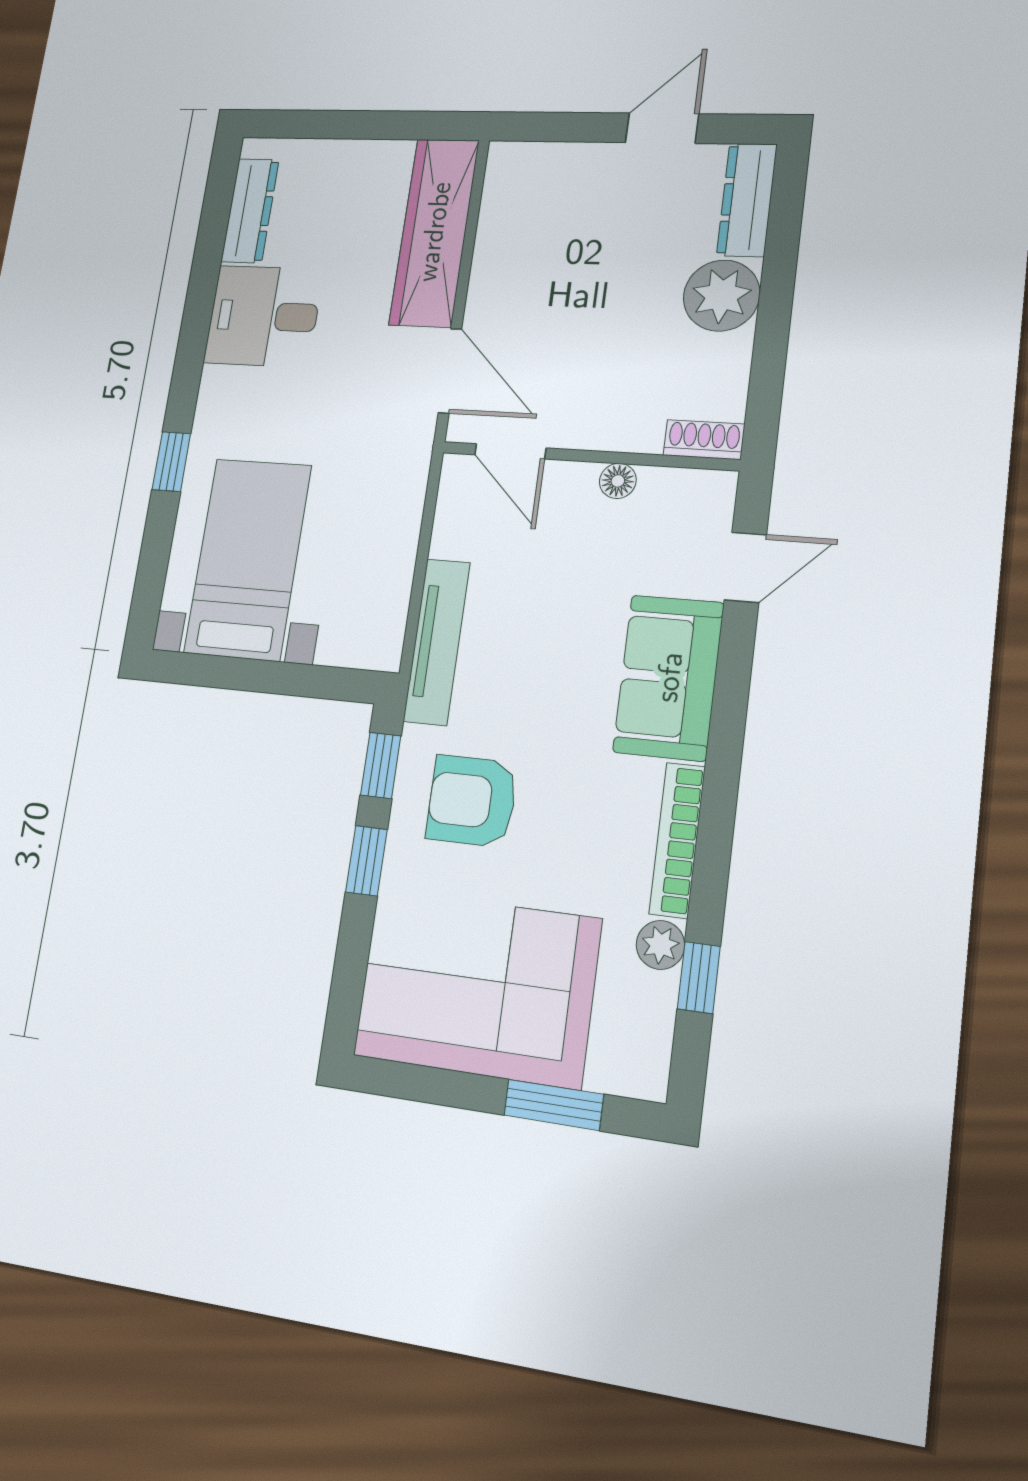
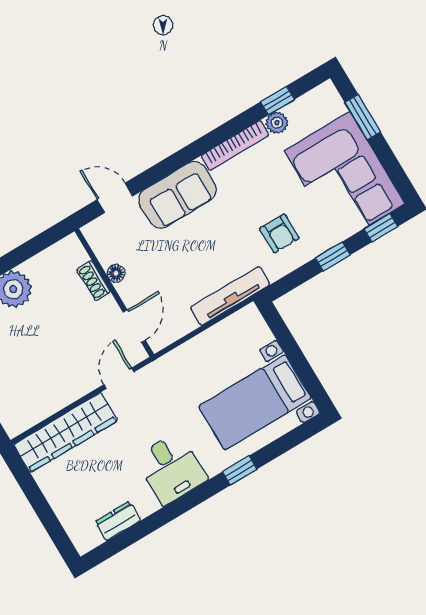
dresser: (250, 211) -> (118, 521), width x0.70
desk: (263, 316) -> (171, 469), moved
door: (450, 371) -> (119, 378), width x0.73
shoe rack: (704, 440) -> (94, 281), moved
window: (381, 765) -> (381, 228), moved
armchair: (472, 801) -> (279, 233), width x0.72, depth x0.72

